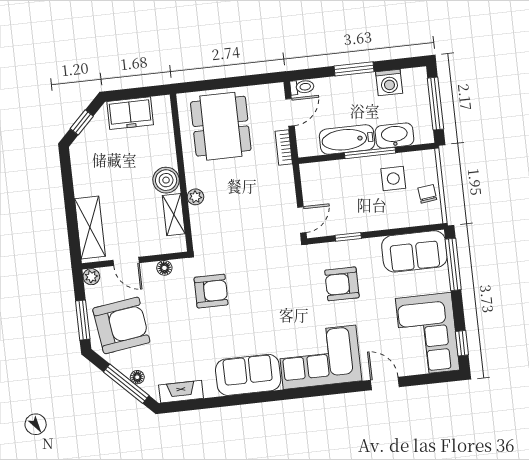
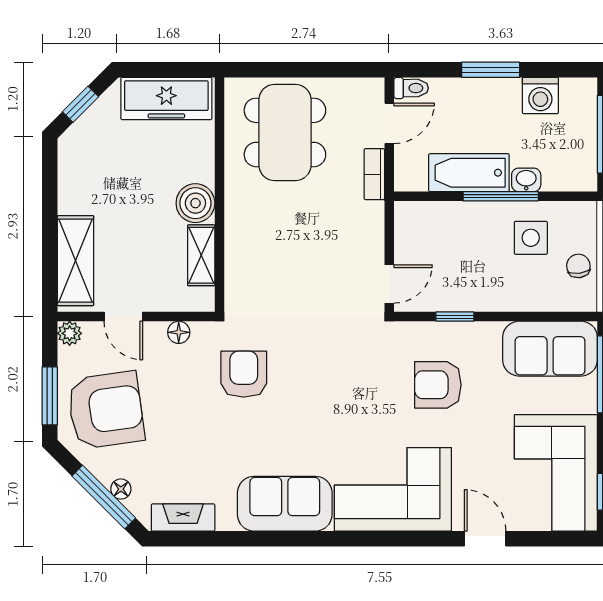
freezer: (130, 113) -> (166, 99), width x1.40
washbasin: (394, 136) -> (526, 180), width x0.52, depth x0.69
plant: (195, 197) -> (236, 233), removed
armchair: (211, 291) -> (244, 374), turned -90

